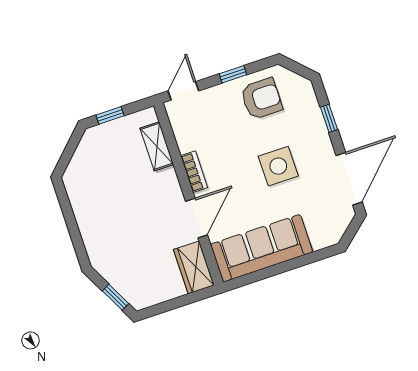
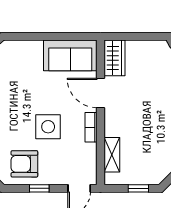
side table: (278, 166) -> (48, 127), moved
door: (197, 218) -> (100, 93), hinge flipped
sofa: (262, 248) -> (70, 55), width x0.73

